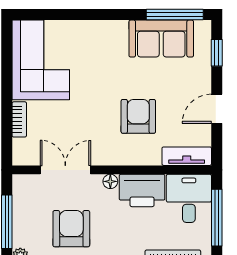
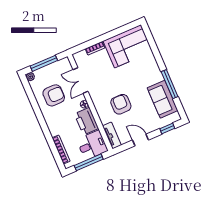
window: (175, 15) -> (170, 84), moved
armchair: (138, 116) -> (121, 104), turned -90
double door: (65, 170) -> (80, 81), swing flipped

